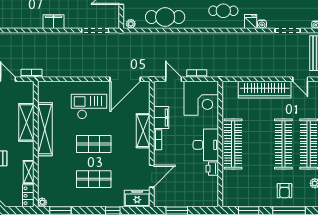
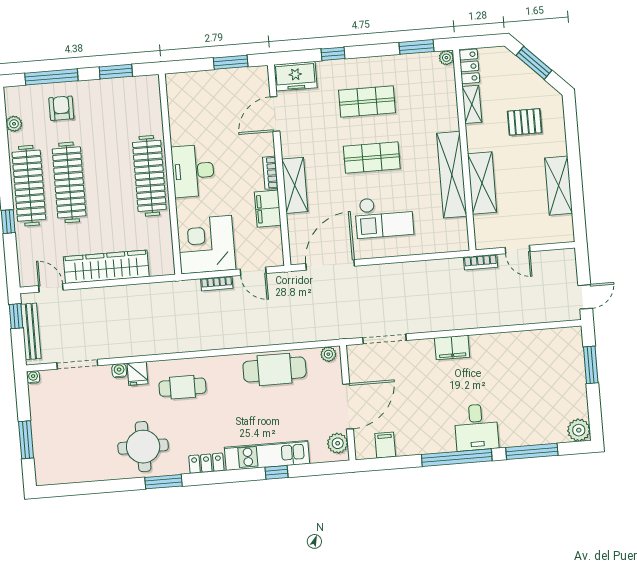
printer: (212, 169) -> (180, 134), removed

